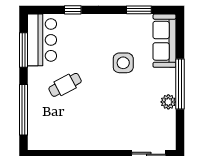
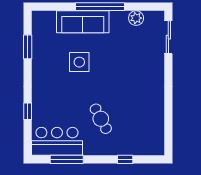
sofa: (164, 41) -> (83, 22), moved
plant: (168, 102) -> (136, 18), moved
window: (23, 110) -> (125, 159), width x0.32

